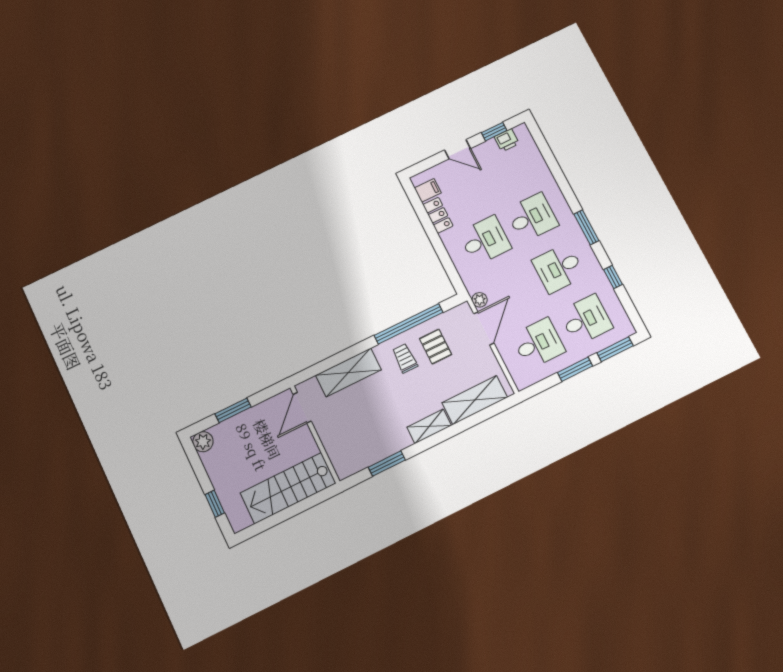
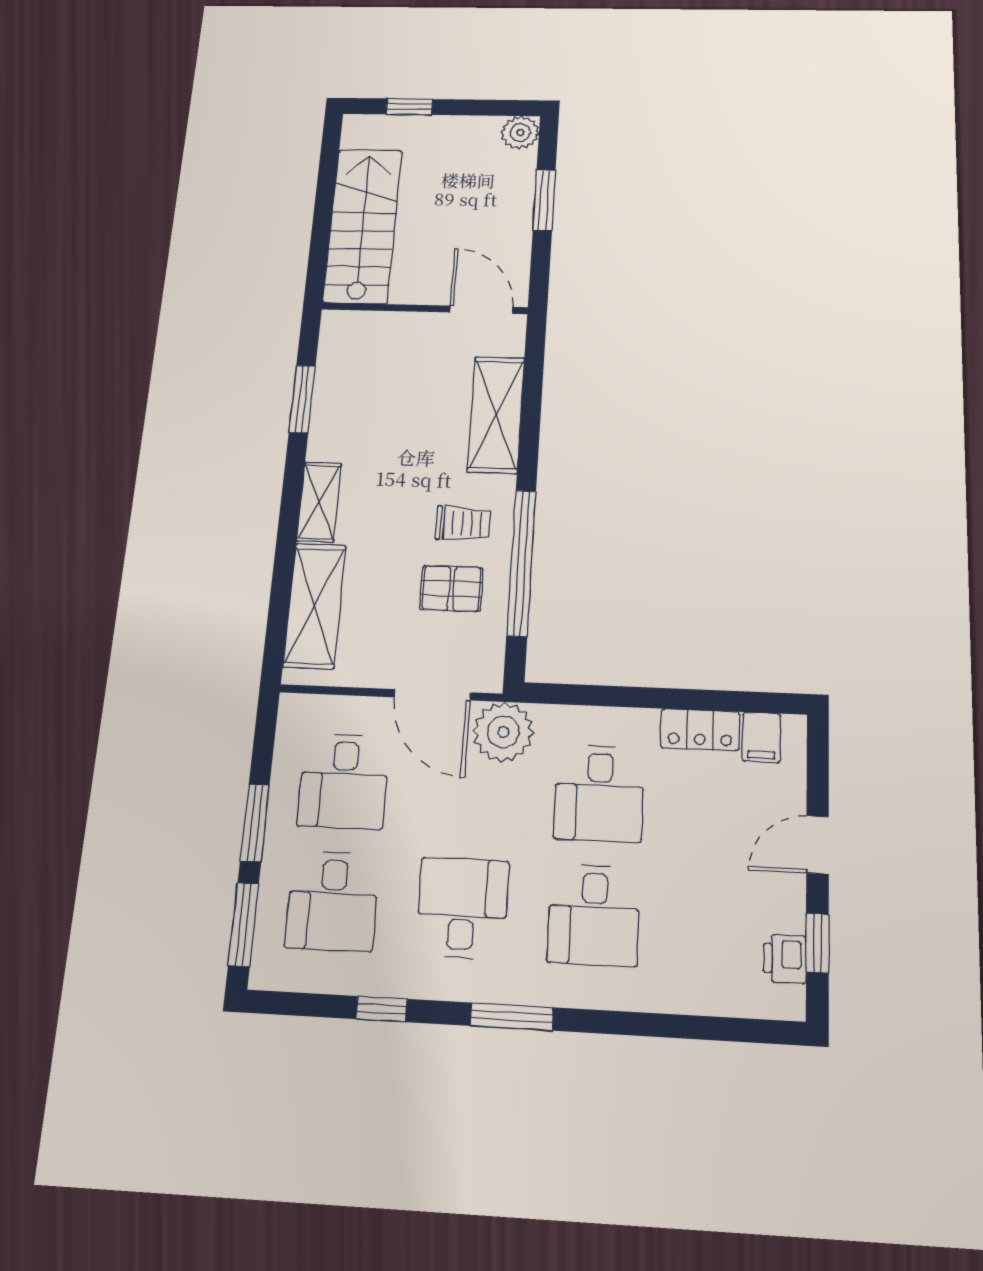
plant: (480, 300) -> (503, 732), width x1.87, depth x1.87

